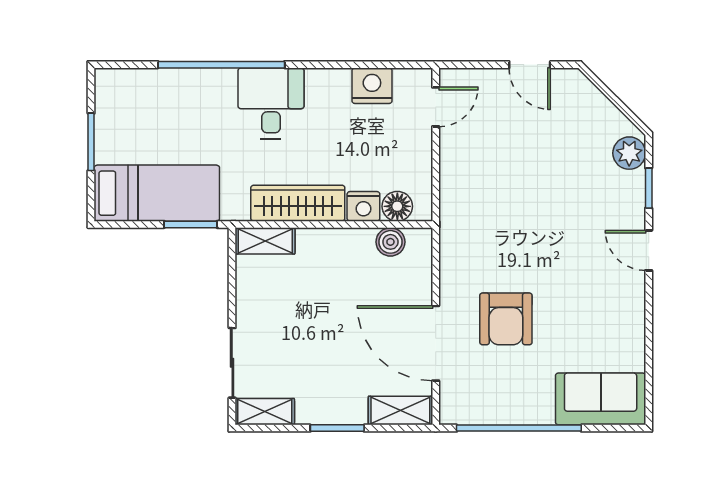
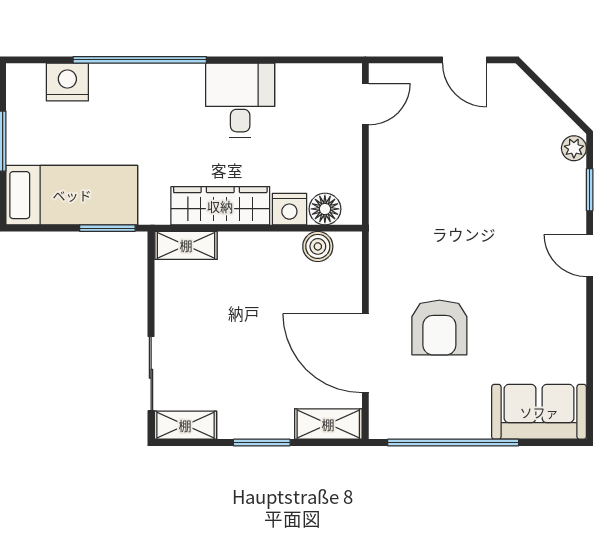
nightstand: (372, 86) -> (67, 82), moved
desk: (271, 103) -> (240, 100), moved
plant: (629, 153) -> (574, 148), width x0.73, depth x0.73

